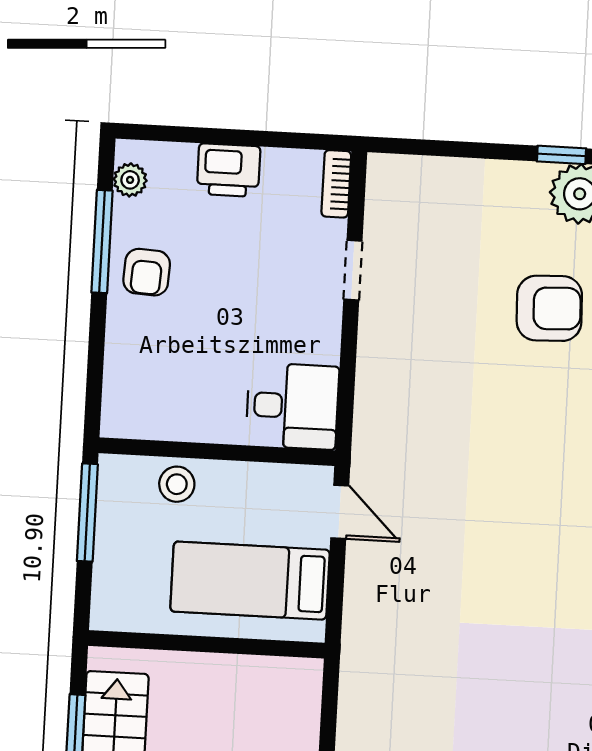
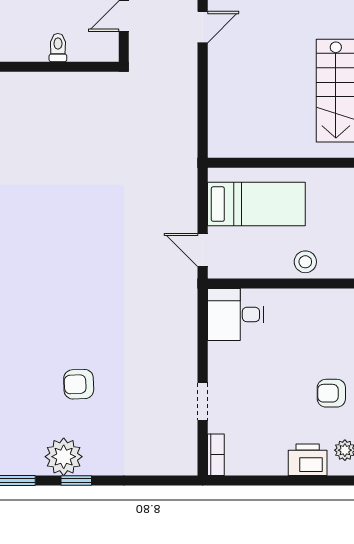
printer: (228, 170) -> (308, 460), moved
armchair: (147, 272) -> (331, 393), turned -93
armchair: (549, 308) -> (79, 384), width x0.72, depth x0.72

